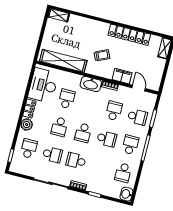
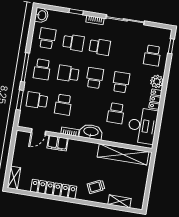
shelving: (59, 15) -> (119, 201), moved
trolley: (102, 55) -> (96, 187), moved
door: (139, 88) -> (38, 132), hinge flipped
school desk: (52, 155) -> (73, 43), moved, turned 180

